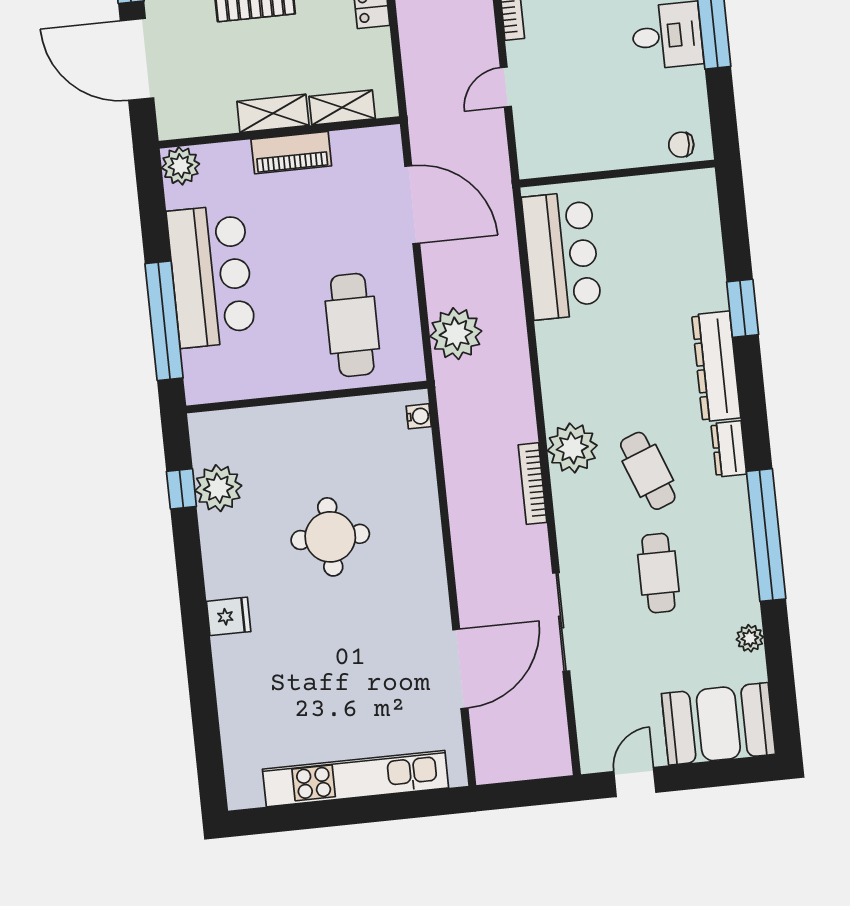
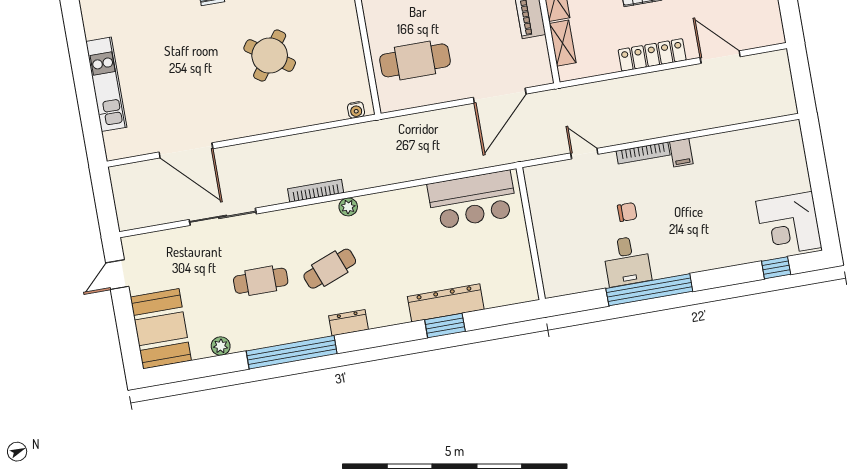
chair: (681, 145) -> (627, 212), moved, turned 85
plant: (456, 334) -> (414, 131), removed
dresser: (716, 366) -> (446, 303), moved
plant: (572, 448) -> (348, 207), width x0.53, depth x0.53
round table: (330, 537) -> (270, 56), turned 35
kitchen unit: (356, 779) -> (106, 84), width x0.73
door: (635, 782) -> (117, 275), swing flipped

